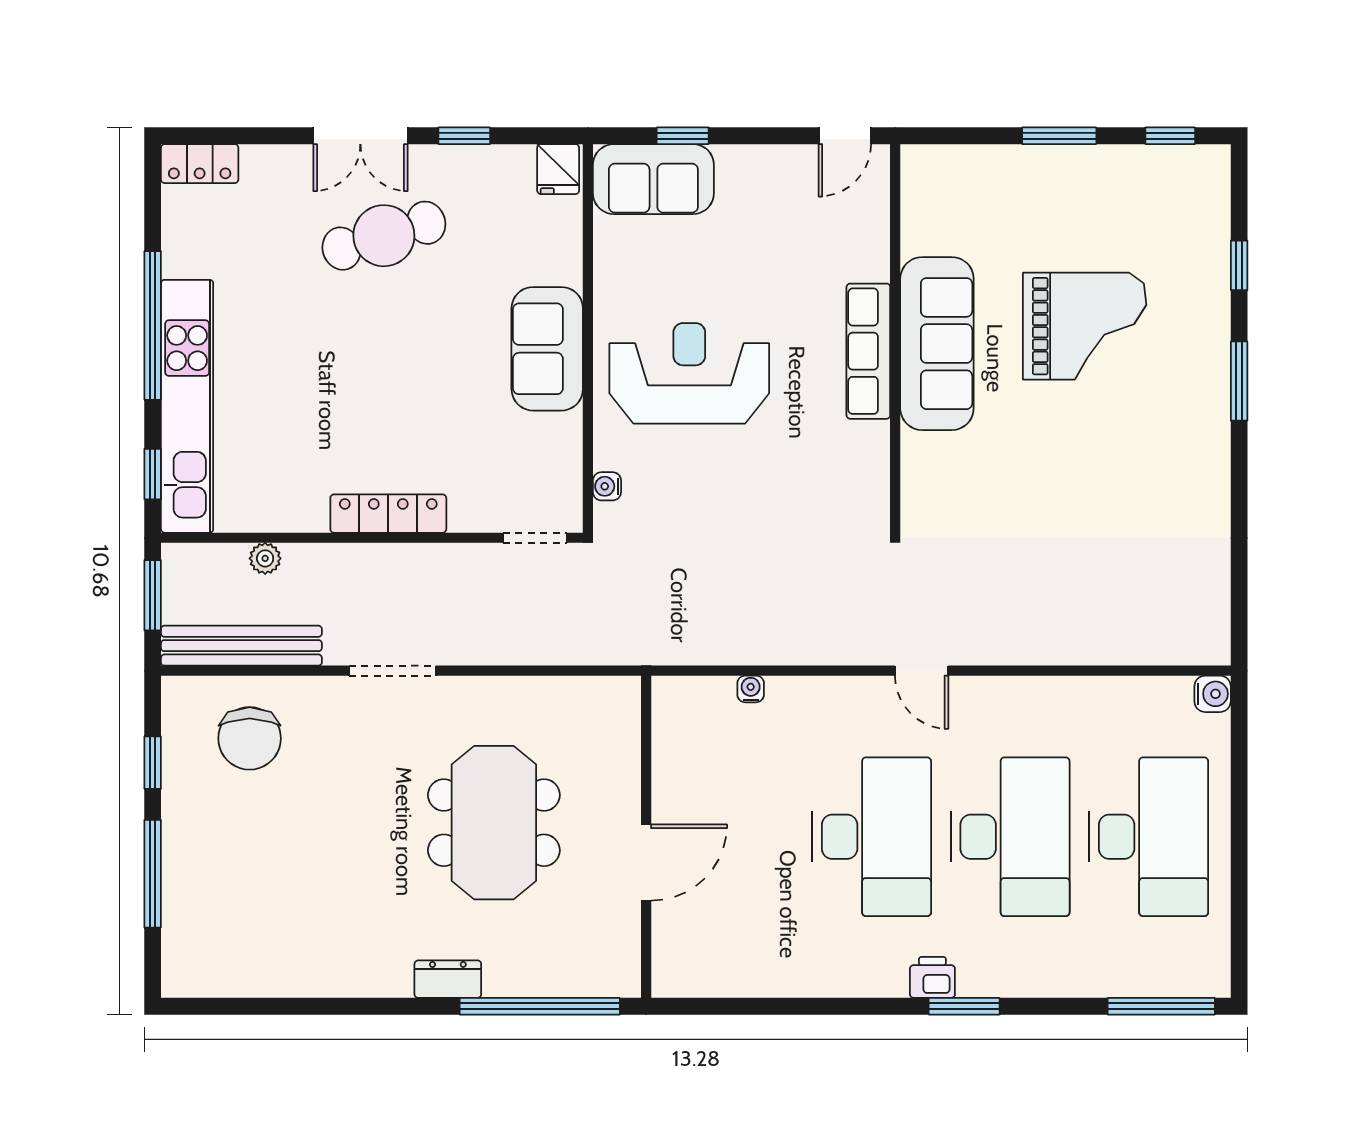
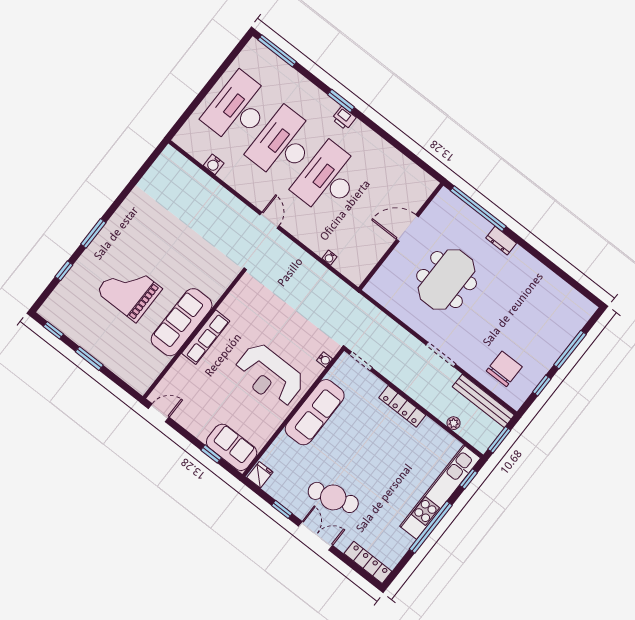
locker: (200, 164) -> (368, 562), width x1.53
sofa: (547, 349) -> (315, 412), width x1.36
water cooler: (1213, 694) -> (214, 164), moved, turned -90

